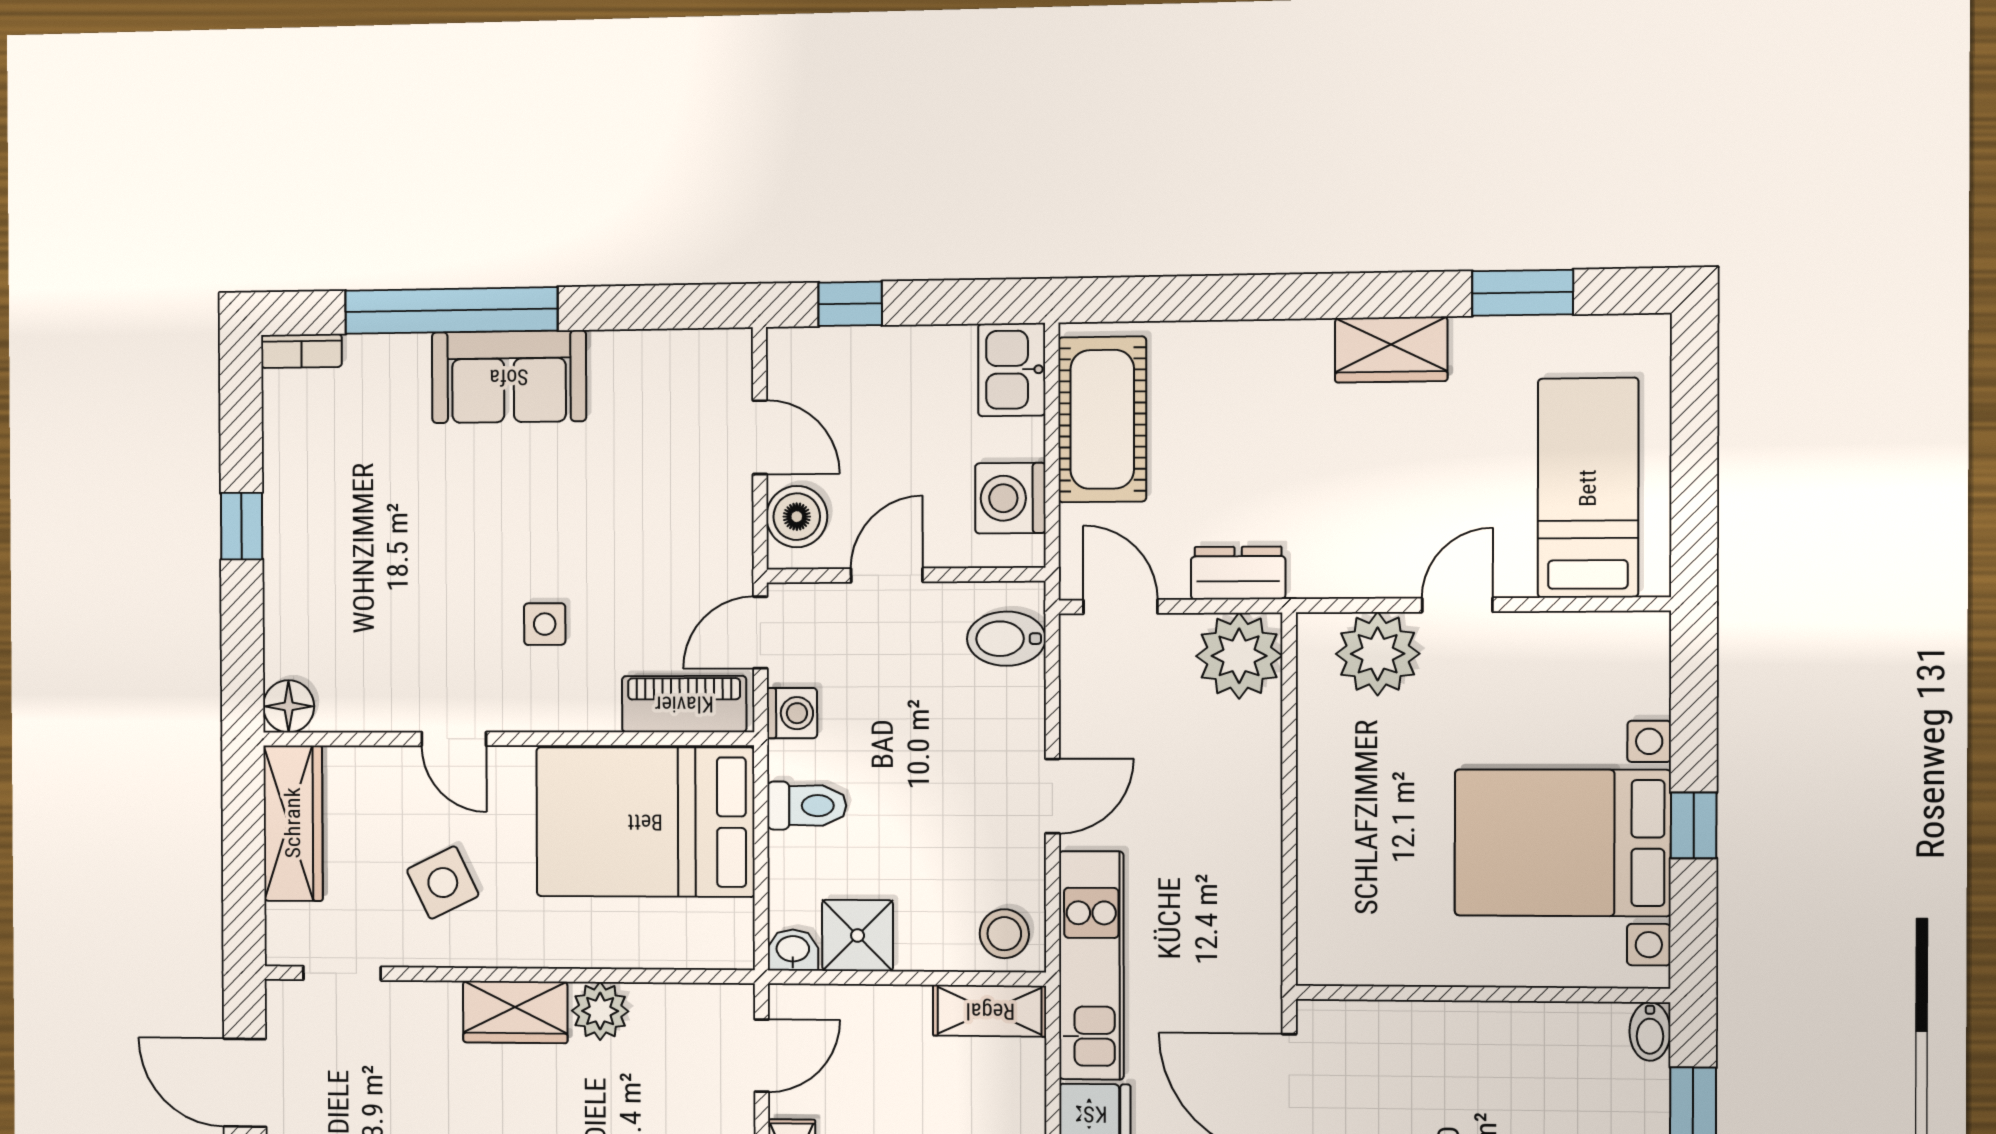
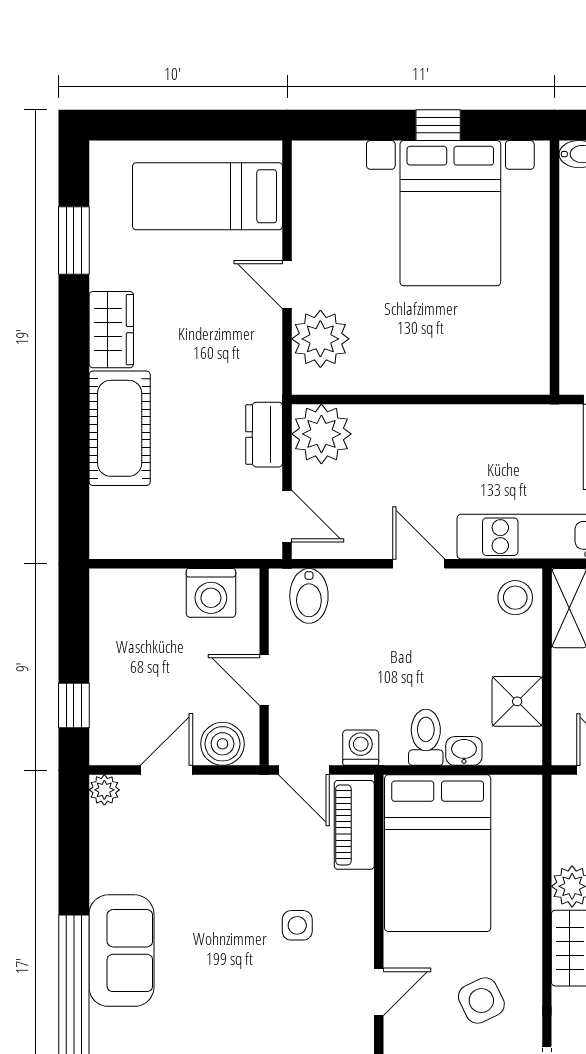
plant: (732, 349) -> (104, 790), added
kitchen sink: (1012, 370) -> (121, 592), removed
cot: (1102, 419) -> (120, 428), moved, turned 90
door: (1120, 607) -> (287, 516), swing flipped
washbasin: (793, 950) -> (464, 751), moved, turned 90

